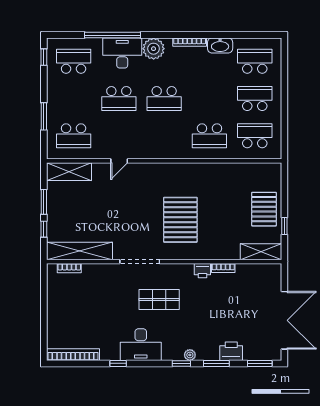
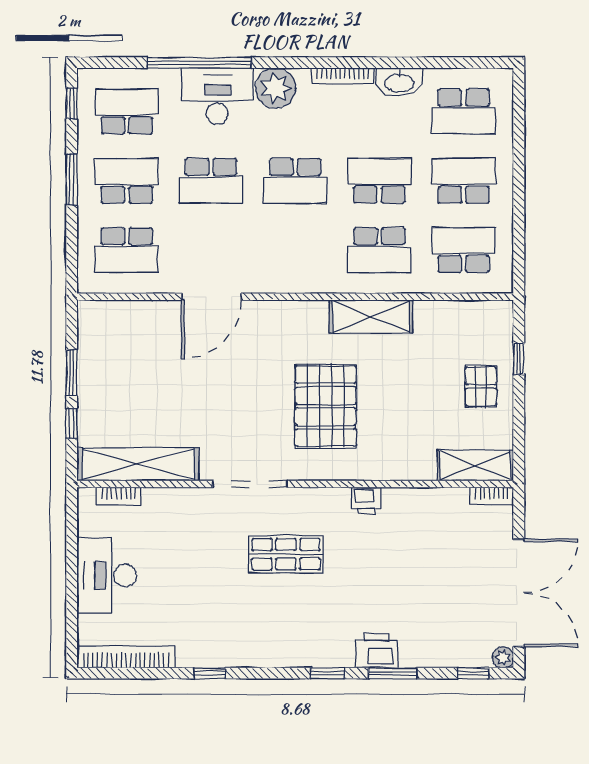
school desk: (255, 61) -> (464, 112), turned 180
school desk: (74, 99) -> (127, 181), added
school desk: (209, 99) -> (379, 181), added
window: (44, 116) -> (72, 179), moved
door: (119, 161) -> (211, 297), width x1.87
shelving: (69, 172) -> (371, 317), moved
pallet: (264, 209) -> (481, 386), width x0.67, depth x0.71
window: (284, 226) -> (519, 359), moved
bookcase: (223, 268) -> (492, 496), moved
desk: (141, 345) -> (107, 576), moved, turned 90
printer: (231, 351) -> (377, 651), moved
plant: (190, 355) -> (503, 657), moved
window: (260, 363) -> (473, 673), width x0.67

